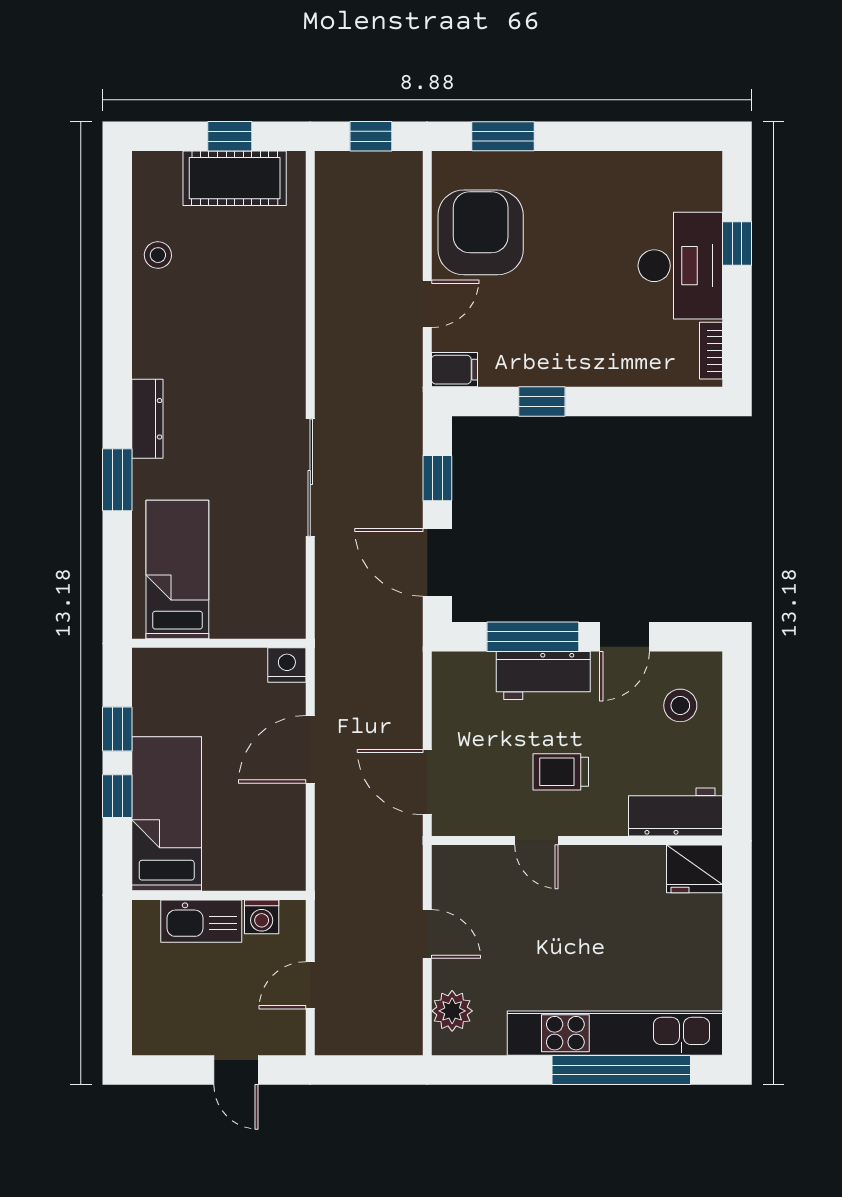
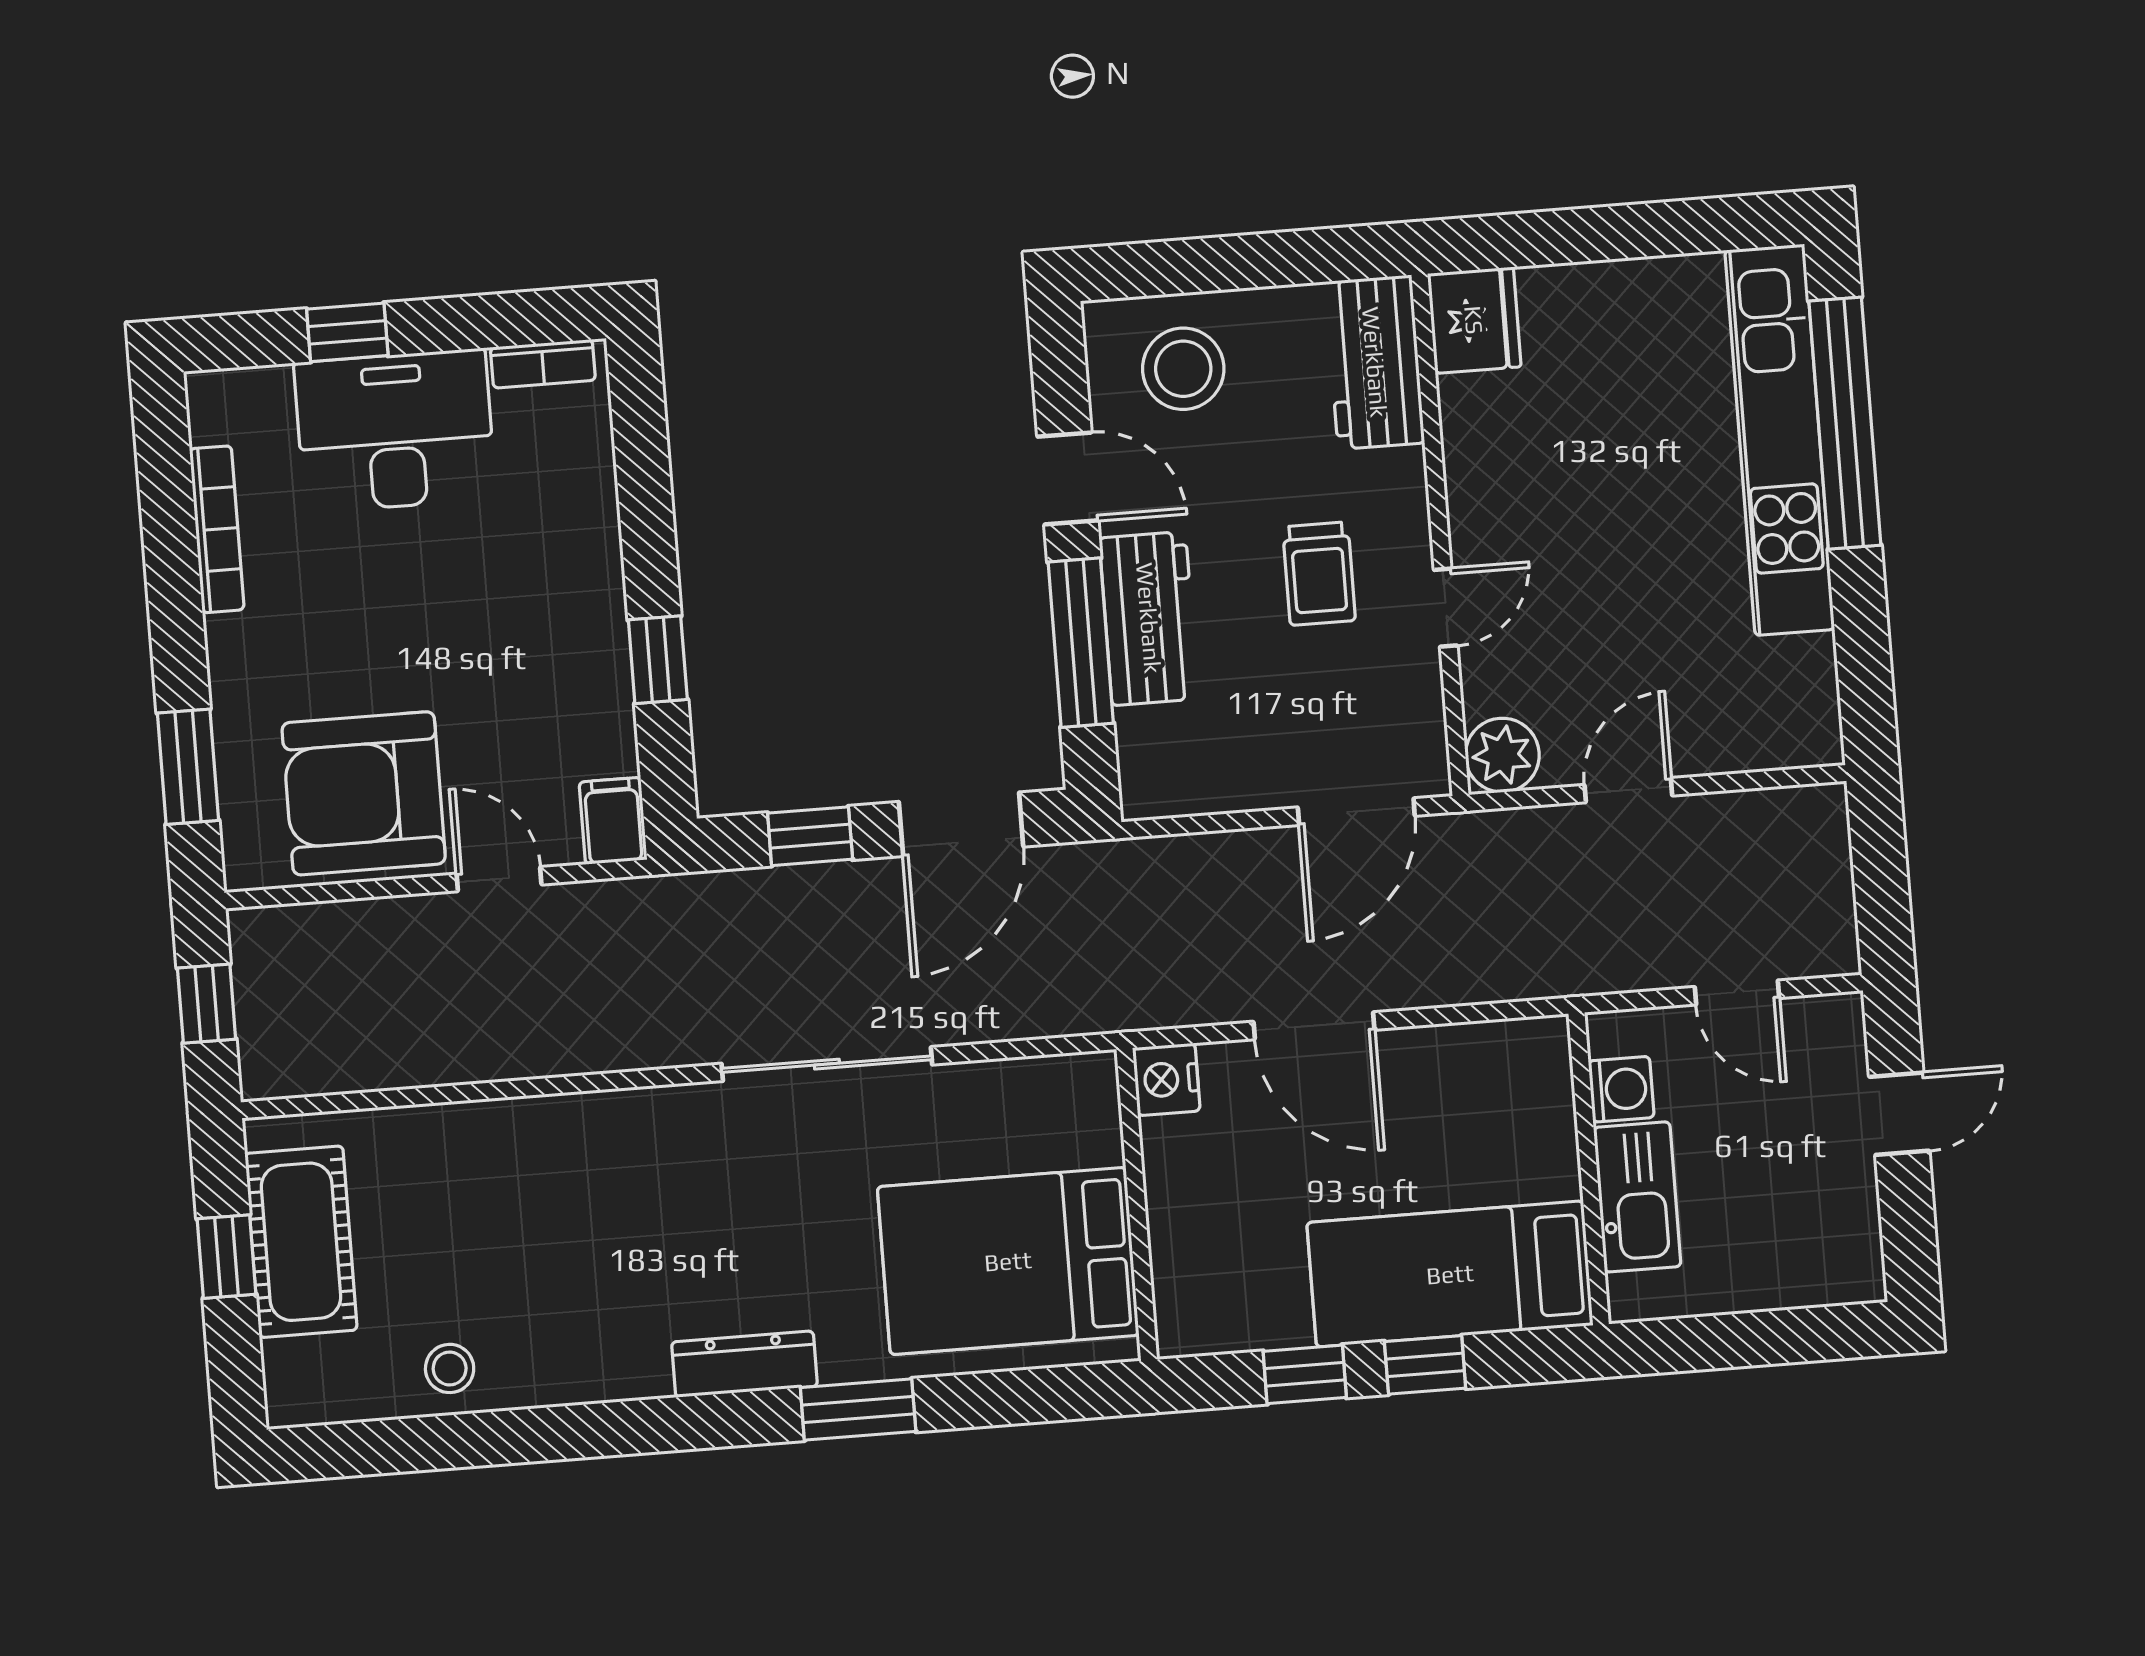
bookcase: (633, 163) -> (217, 529), added
bed: (177, 569) -> (1008, 1261), width x1.50
stool: (680, 705) -> (1183, 369), width x1.38, depth x1.38
plant: (452, 1011) -> (1502, 755), moved

